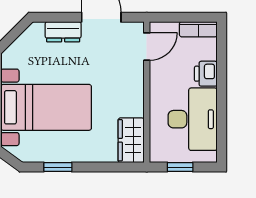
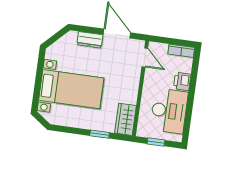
door: (147, 47) -> (145, 58), hinge flipped
window: (58, 167) -> (100, 134), moved

